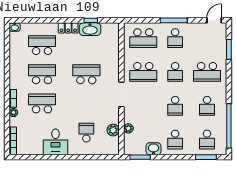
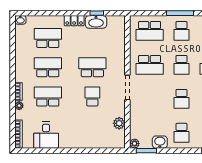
plant: (128, 128) -> (135, 144), moved
school desk: (86, 133) -> (92, 97), moved
desk: (56, 142) -> (46, 135), moved

